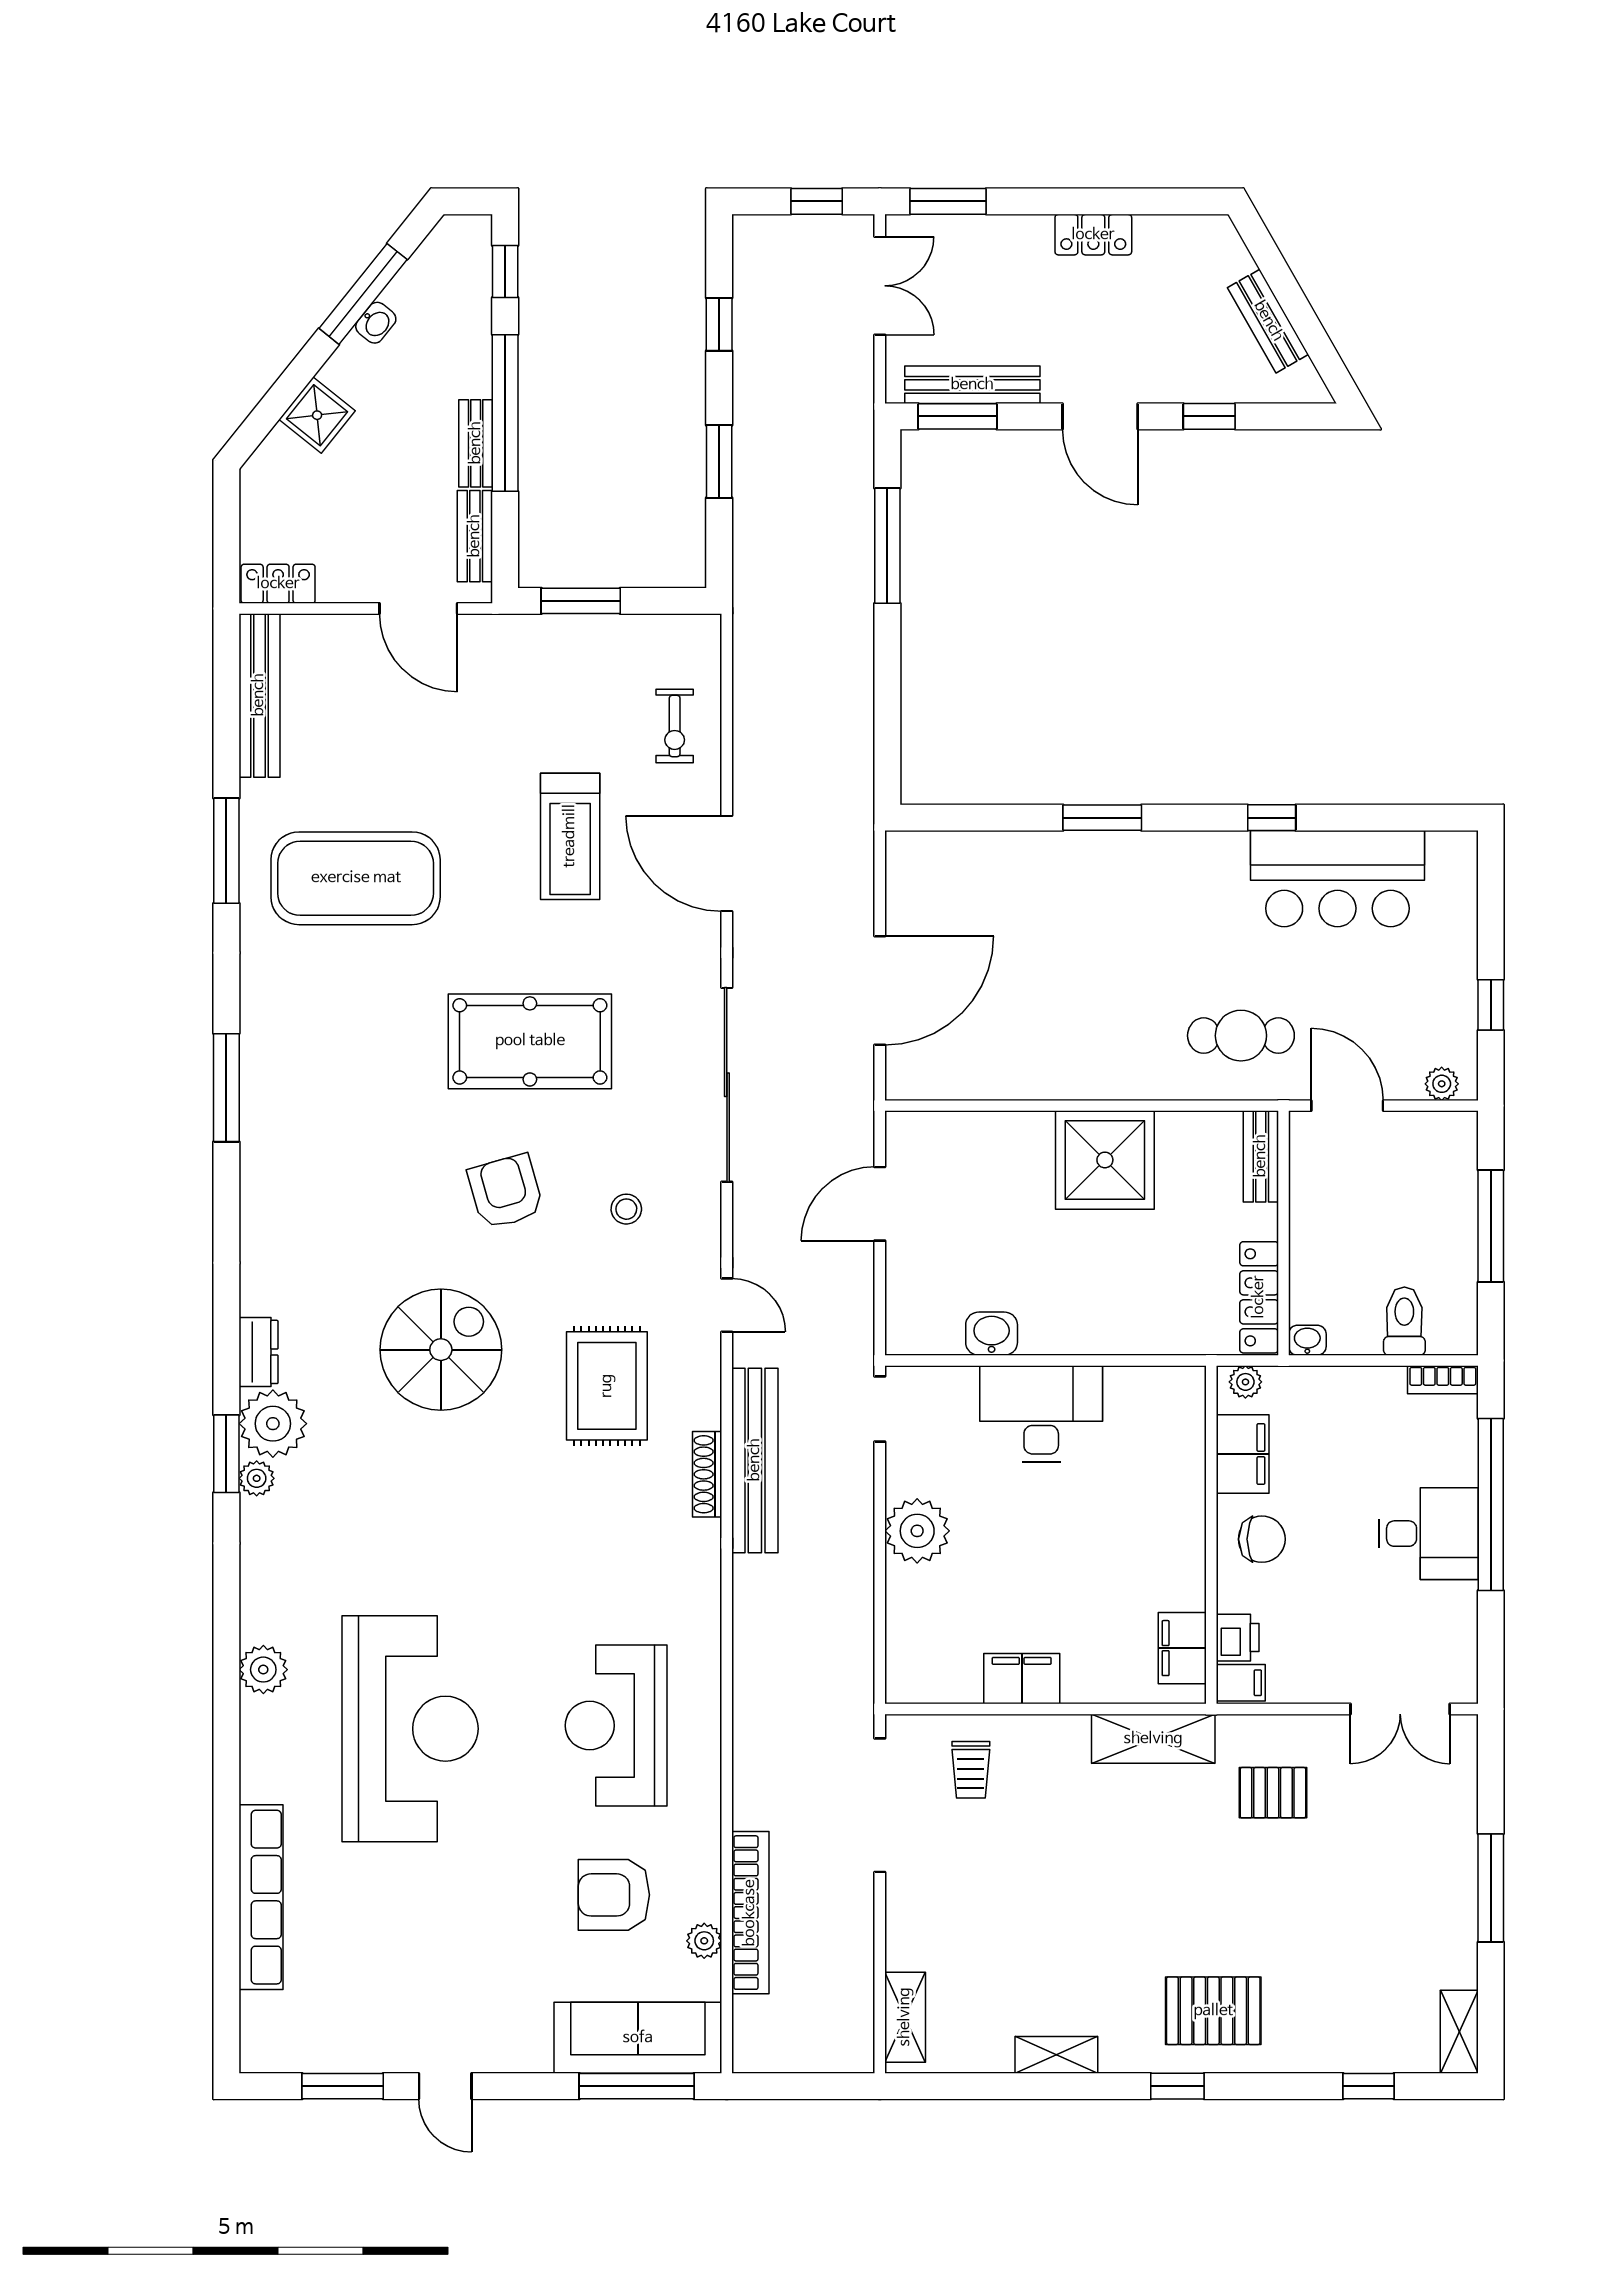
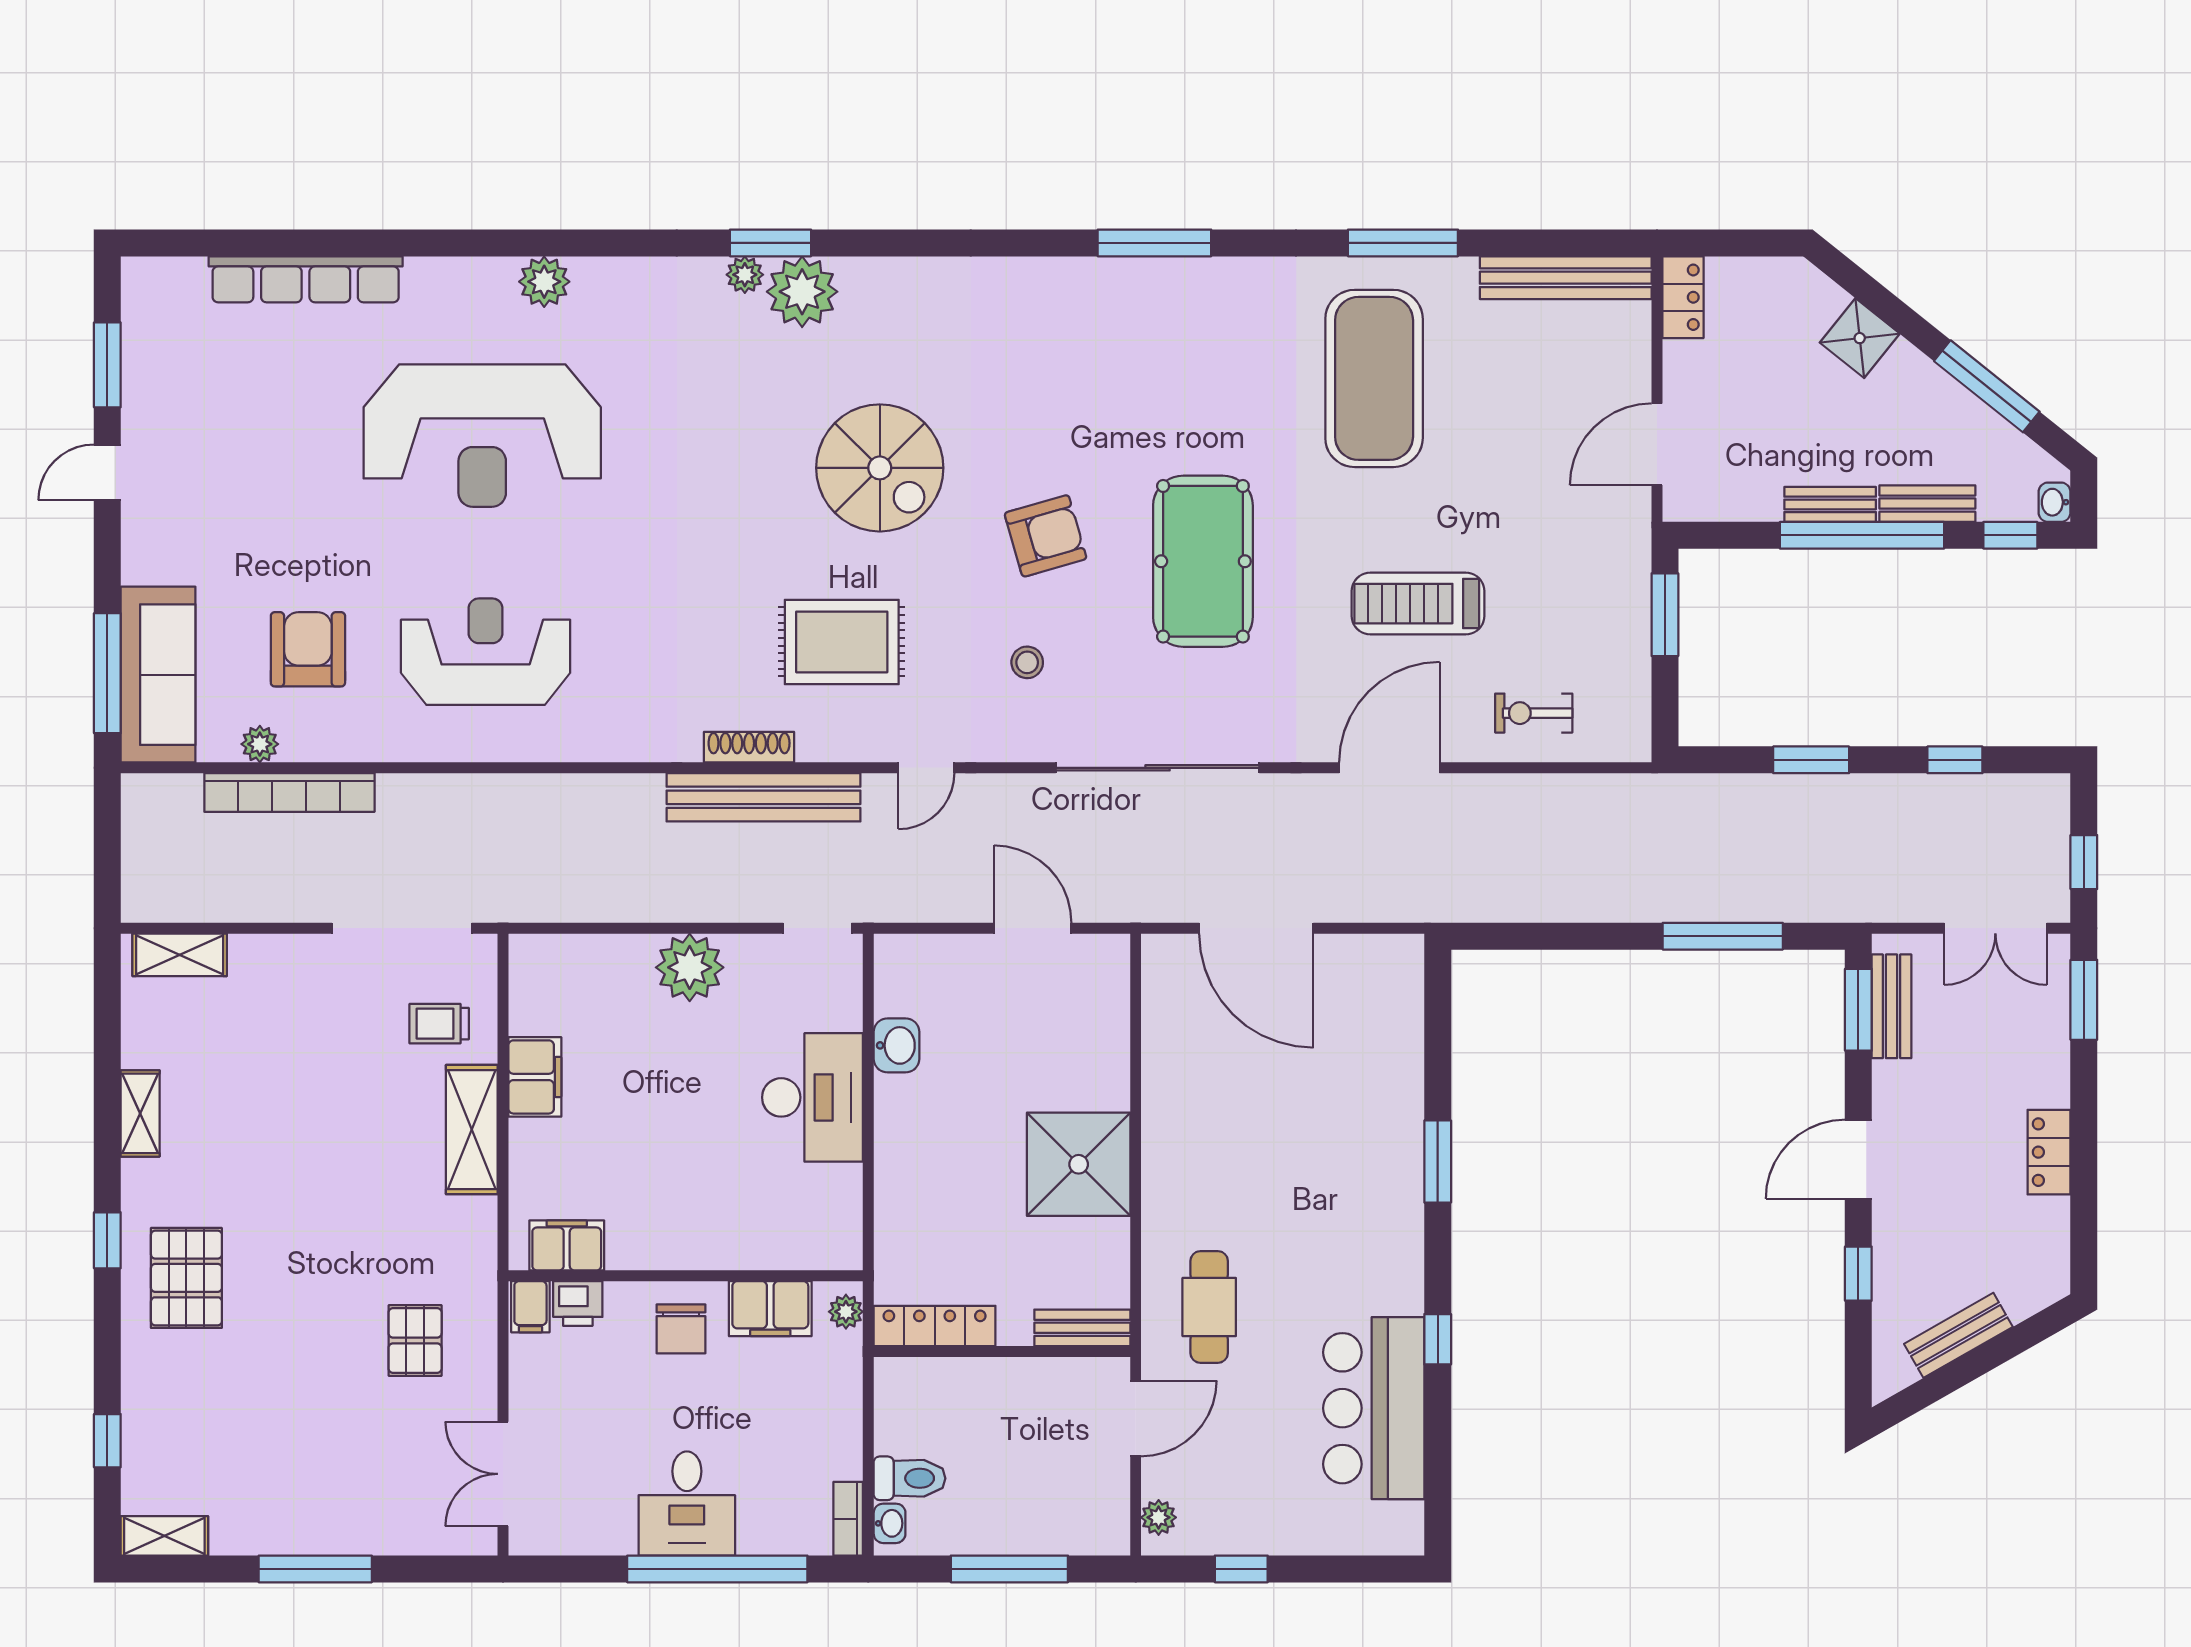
washbasin: (376, 323) -> (2054, 502), moved, turned 51
bench: (972, 385) -> (1891, 1006), width x0.73
bench: (475, 536) -> (1927, 504), moved
washbasin: (1307, 1340) -> (890, 1523), moved
dresser: (259, 1352) -> (877, 277), removed
shelving: (1153, 1739) -> (472, 1130), moved

